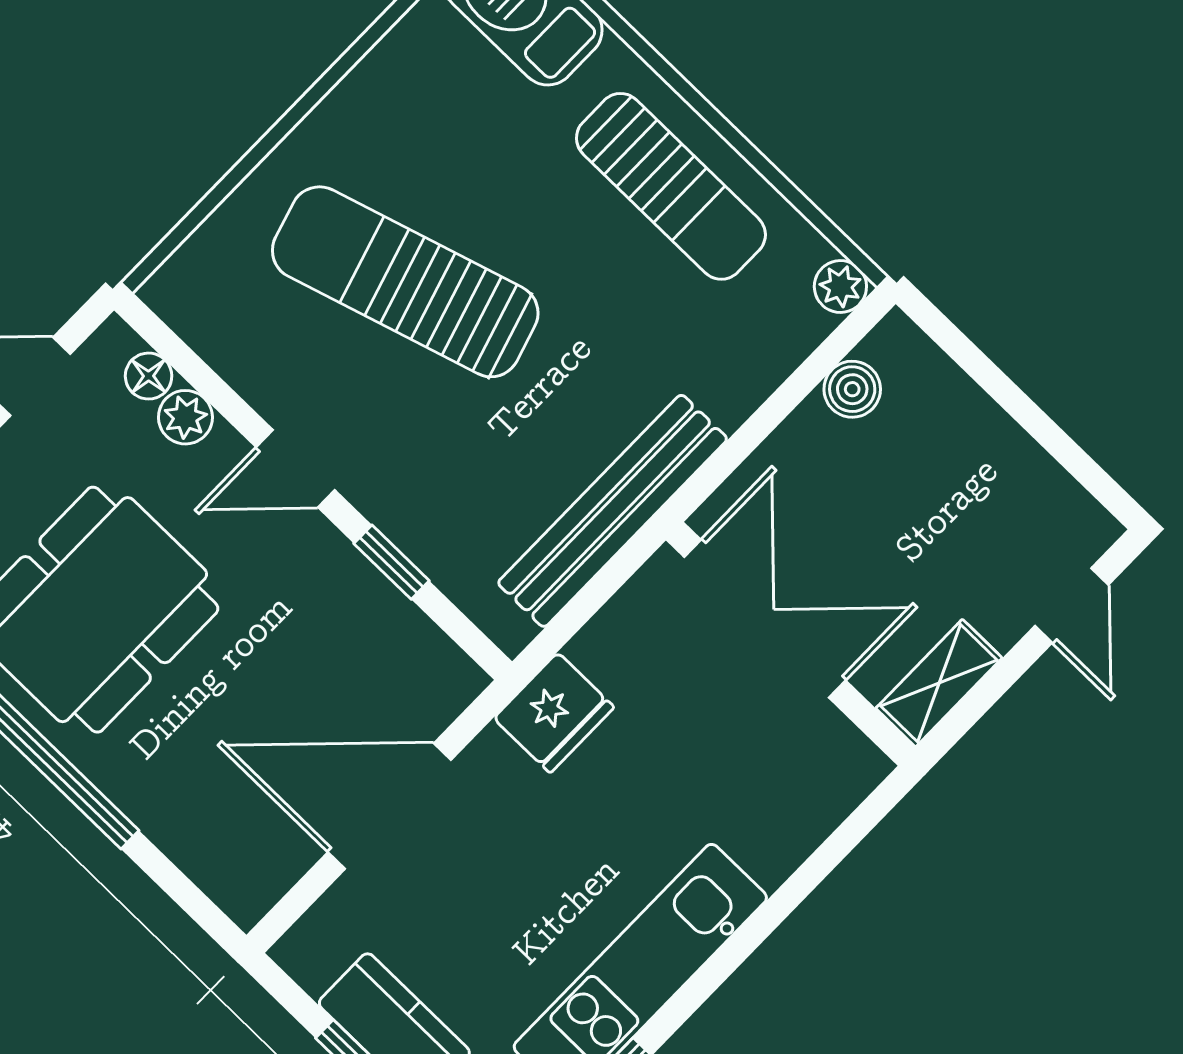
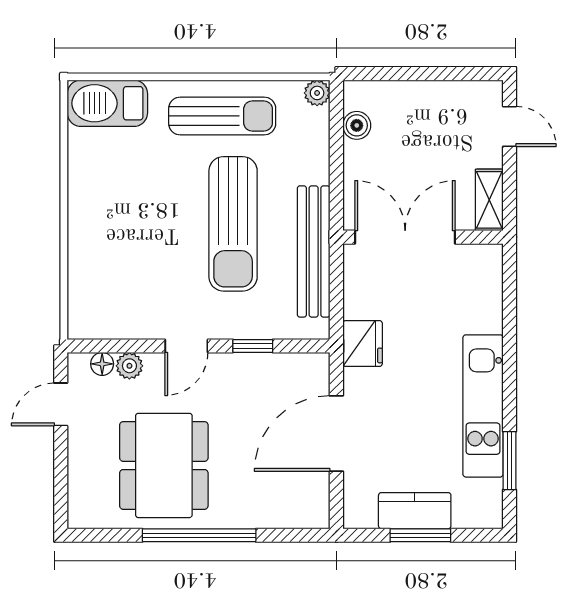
sun lounger: (405, 282) -> (233, 224), moved, turned -73

